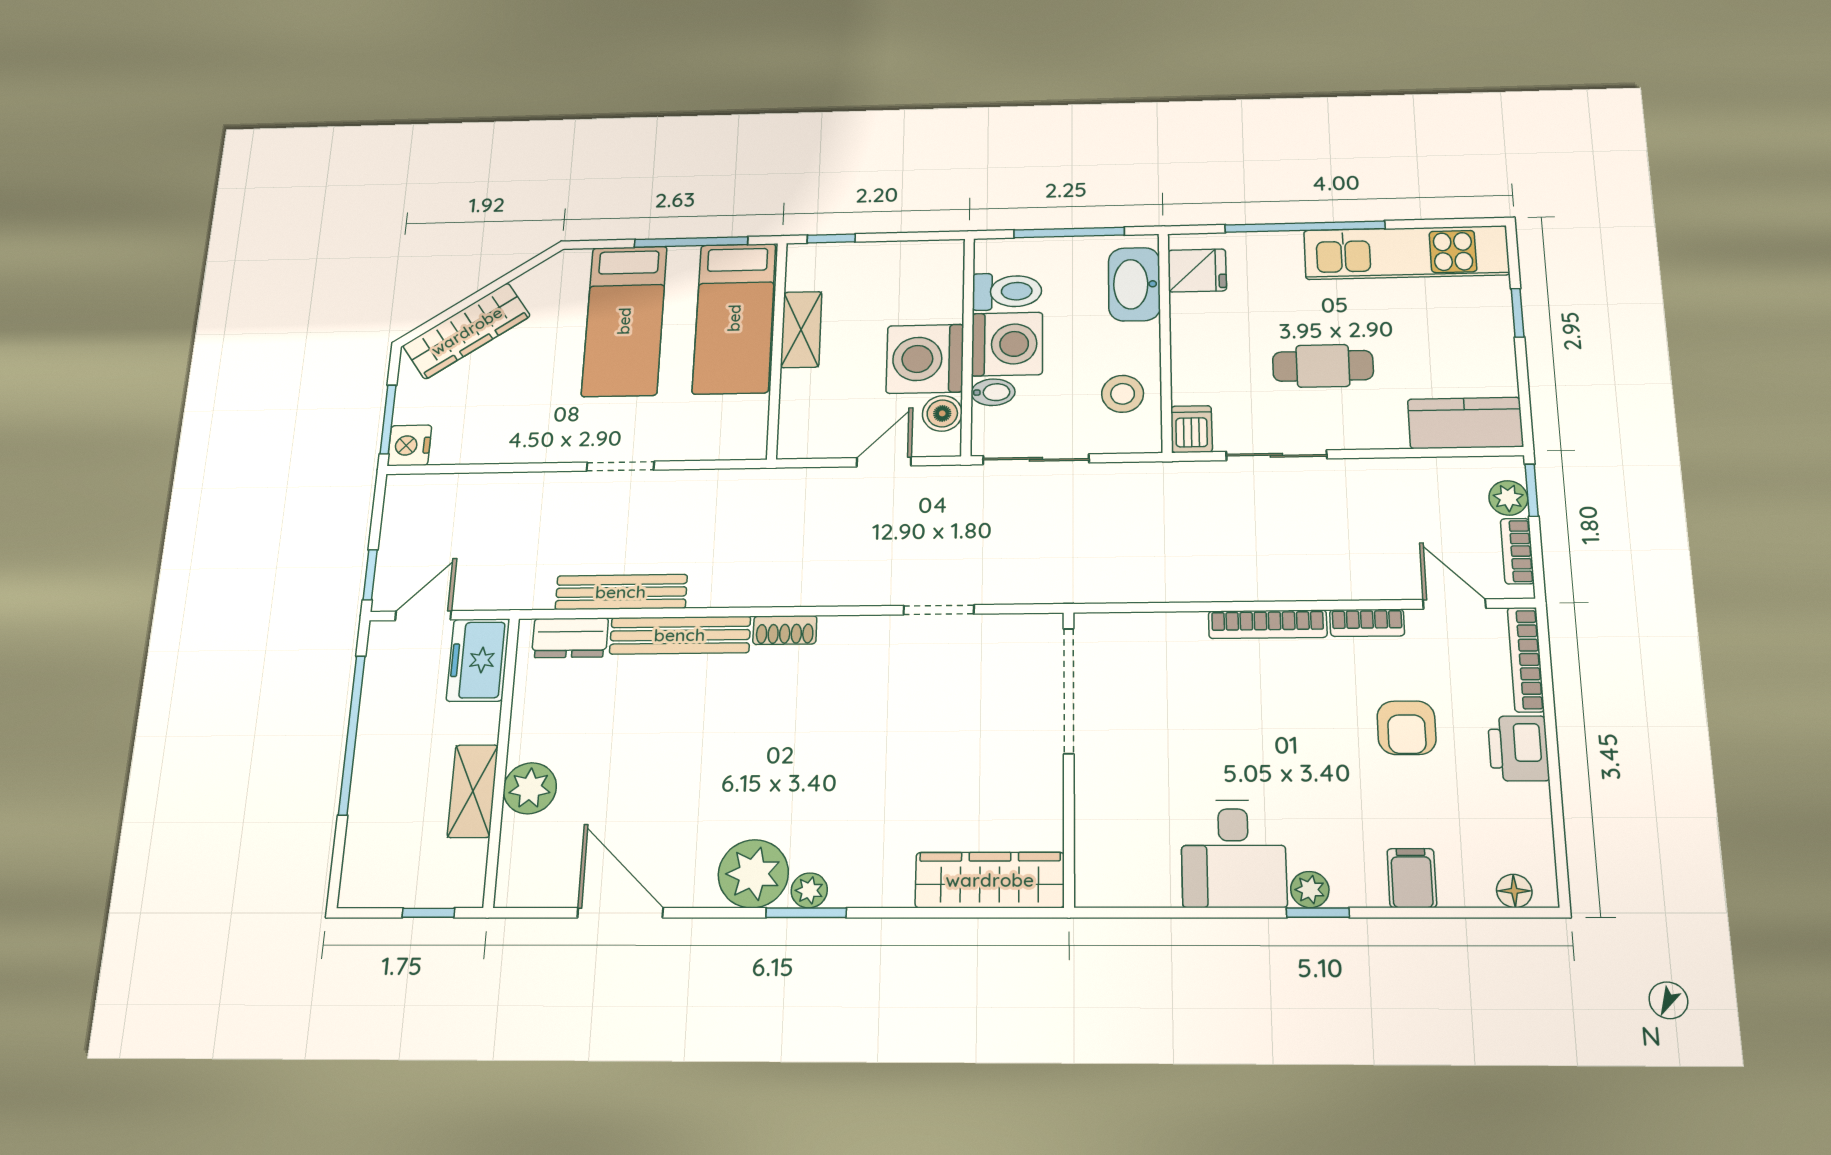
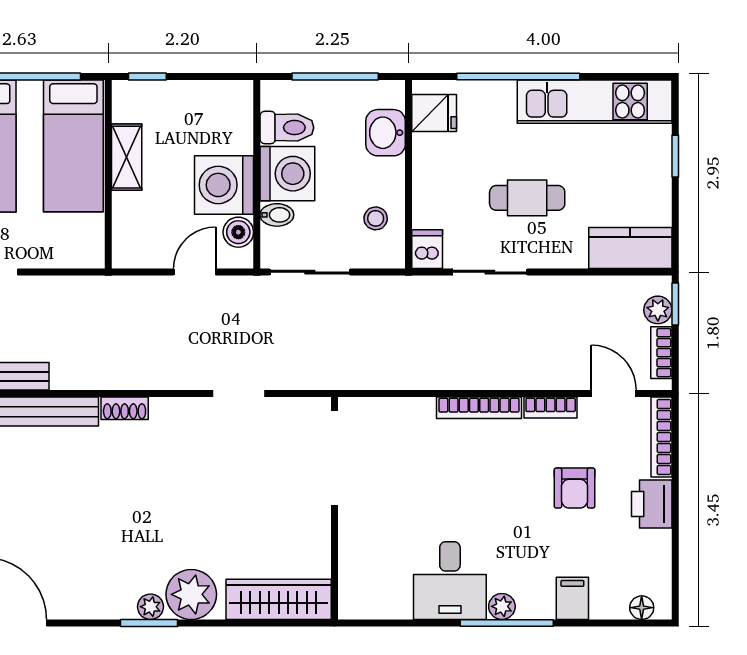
washbasin: (1134, 284) -> (386, 133), width x0.72
stool: (1123, 394) -> (376, 218), width x0.73, depth x0.73
plant: (753, 874) -> (191, 594), moved
window: (1318, 913) -> (507, 623), width x2.17

